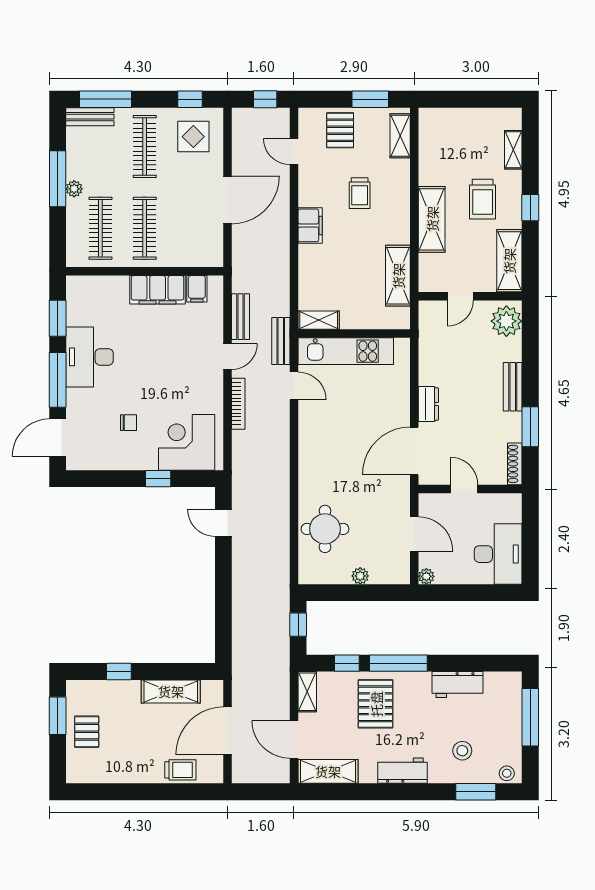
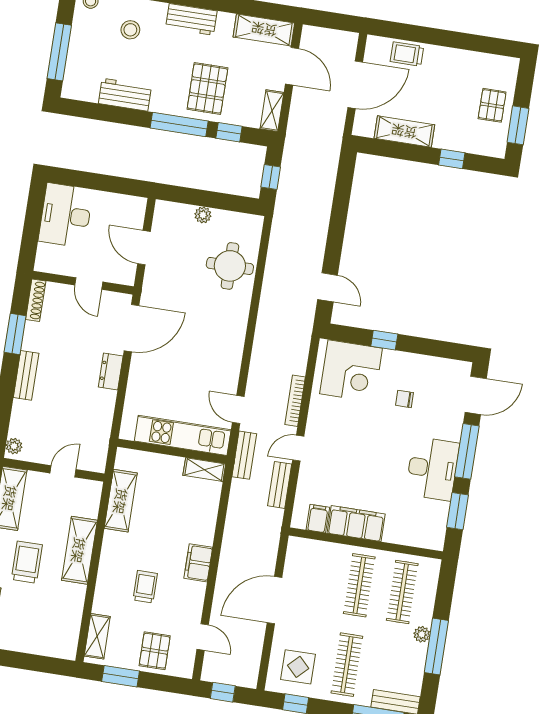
plant: (506, 321) -> (14, 446), width x0.53, depth x0.53
plant: (426, 576) -> (139, 204), removed

